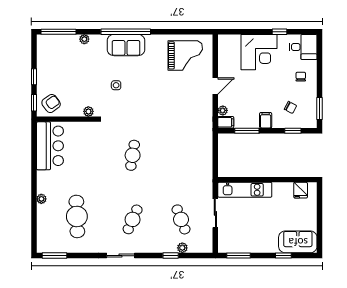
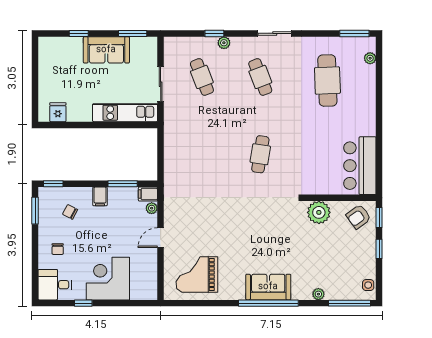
side table: (116, 85) -> (368, 285), moved
plant: (88, 111) -> (319, 212), width x1.88, depth x1.88
window: (293, 131) -> (53, 184), moved
plant: (41, 199) -> (370, 58), moved
cafe table: (133, 219) -> (260, 77), turned -45
sofa: (298, 242) -> (106, 50), moved
plant: (182, 248) -> (224, 43), moved

